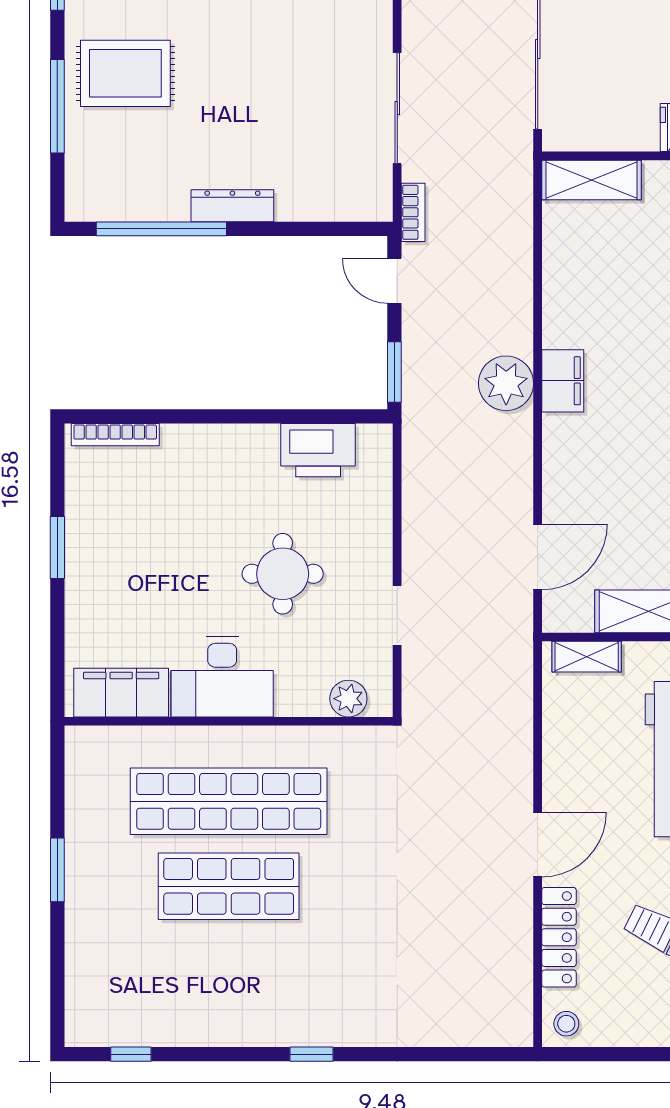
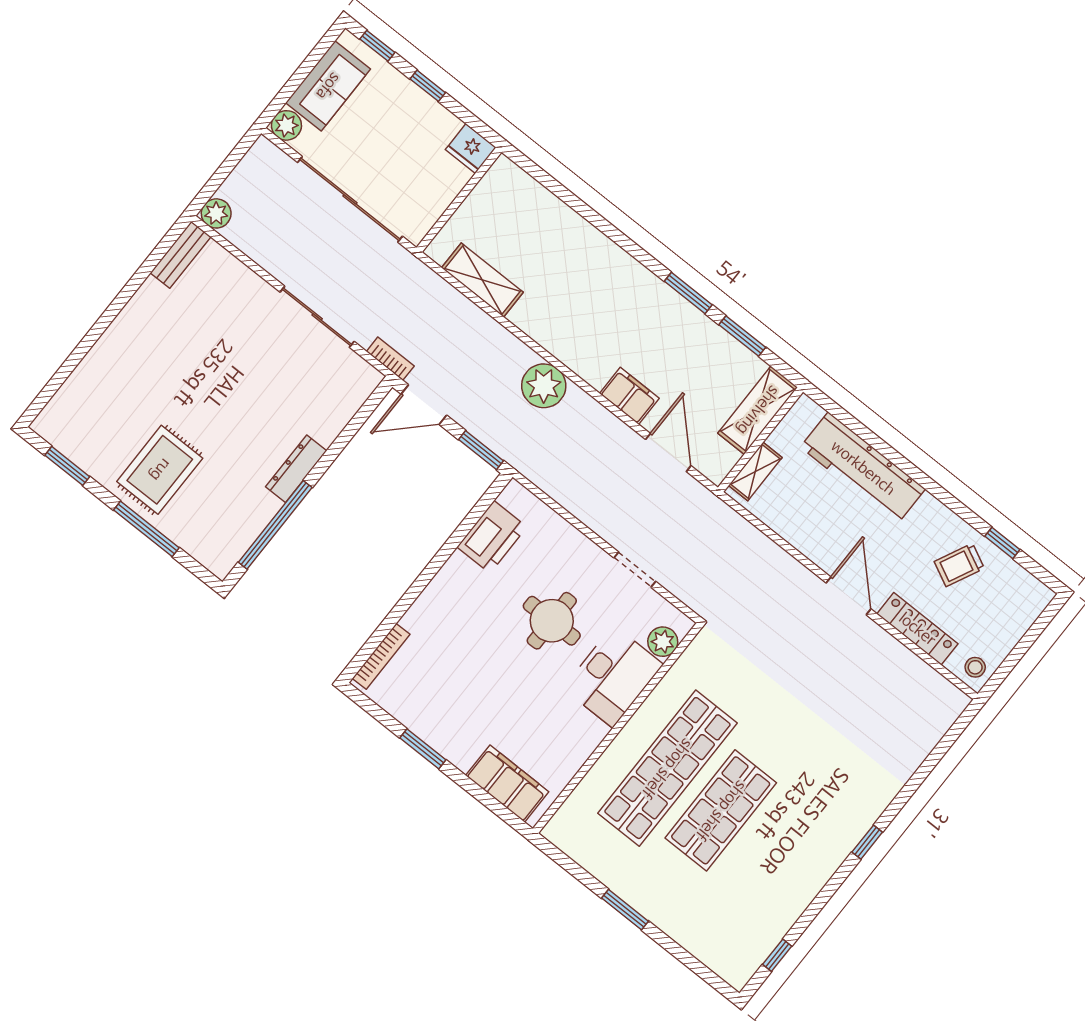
shelving: (592, 180) -> (482, 280), moved, turned 90
door: (394, 281) -> (424, 405), width x1.38
filing cabinet: (563, 381) -> (629, 396), moved
desk: (222, 677) -> (613, 676), moved
filing cabinet: (121, 693) -> (507, 784), moved, turned 90

